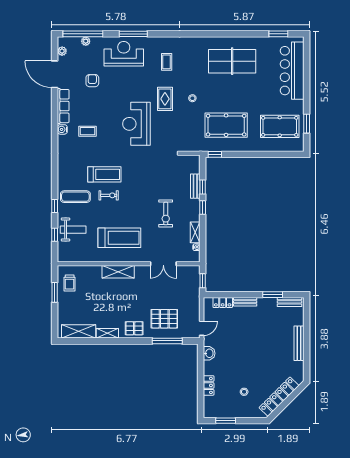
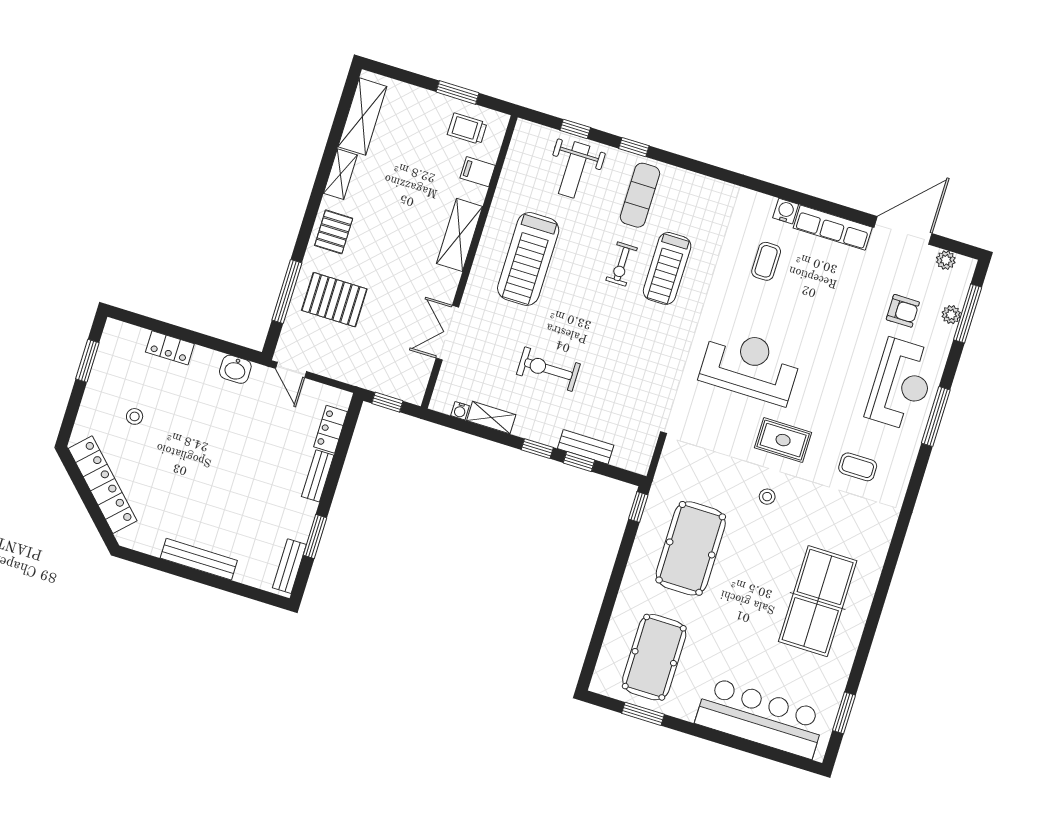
window: (83, 34) -> (968, 314), width x0.68
armchair: (92, 81) -> (903, 311), moved
filing cabinet: (87, 272) -> (478, 172), added
pallet: (164, 319) -> (334, 300), turned 90

